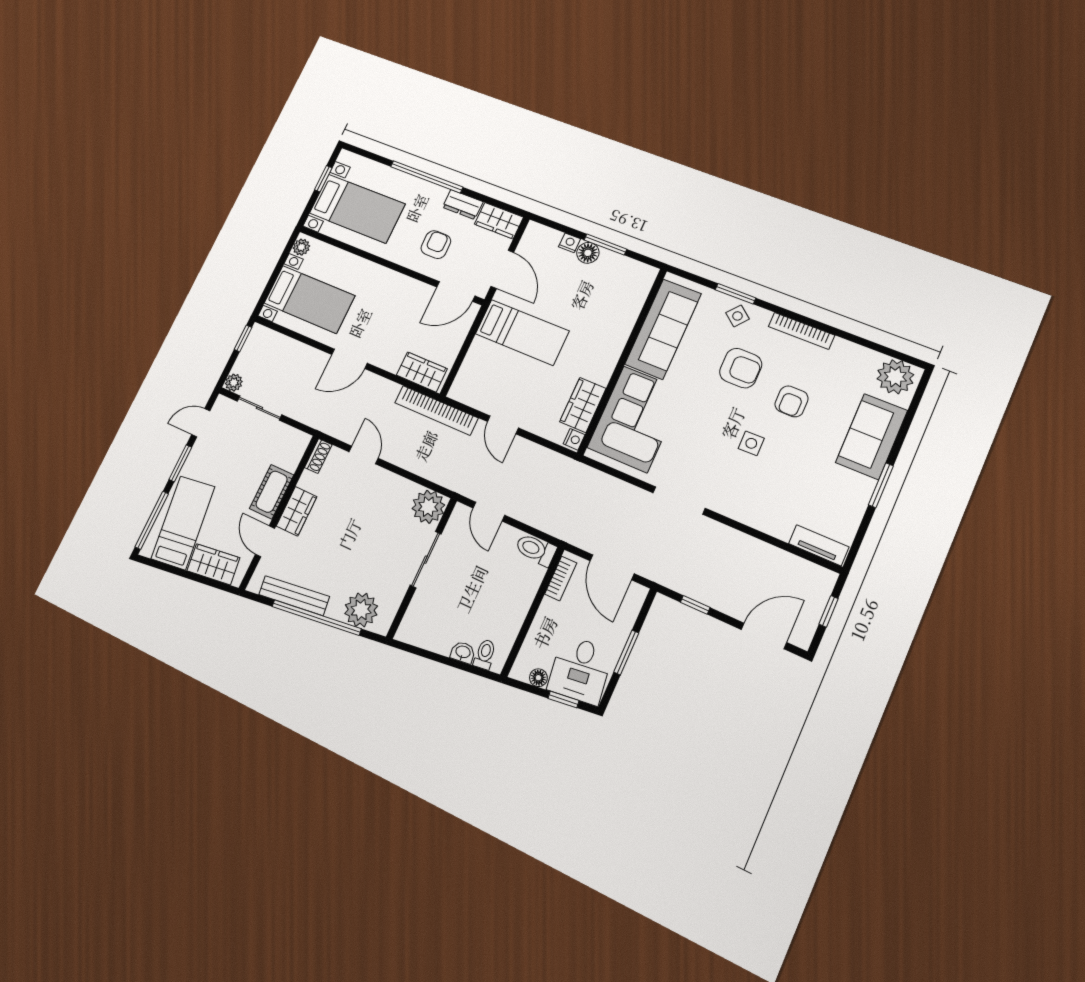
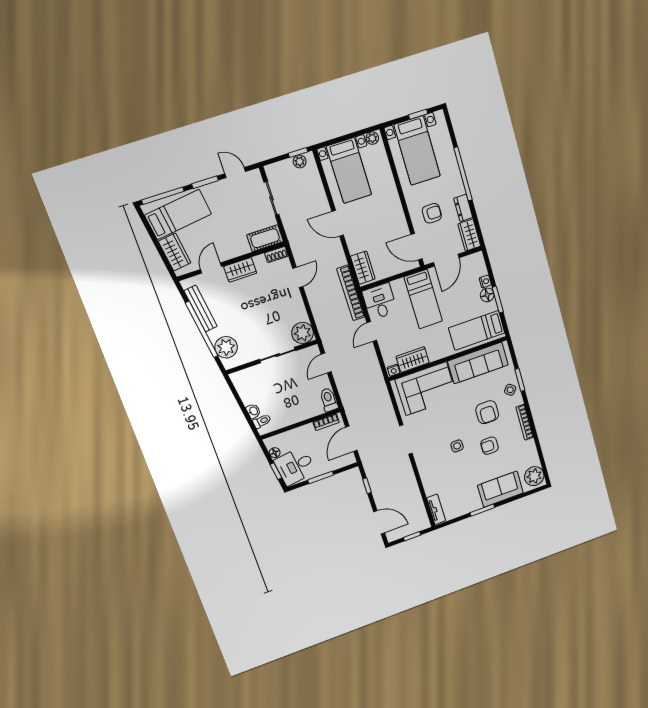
bed: (620, 299) -> (477, 330), added
plant: (234, 383) -> (300, 161), moved
desk: (477, 385) -> (380, 301), added
cot: (272, 492) -> (265, 238), moved

